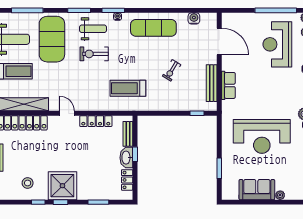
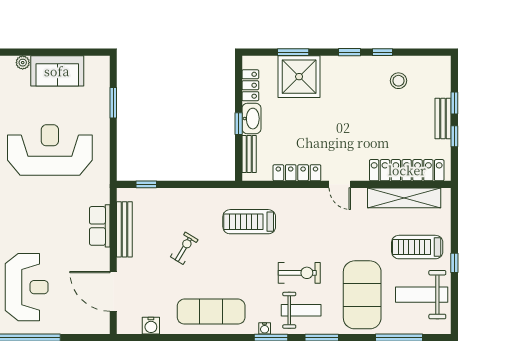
weight bench: (93, 29) -> (301, 310), turned 180
treadmill: (128, 88) -> (249, 222), turned 180
shower: (62, 186) -> (299, 77), moved

